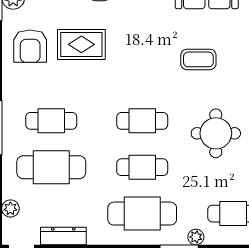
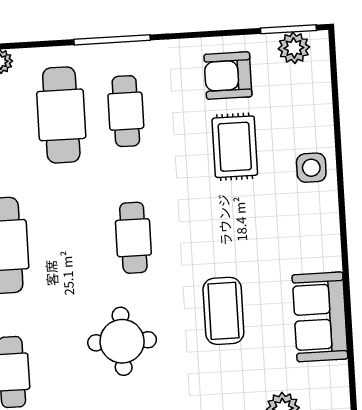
coffee table: (198, 59) -> (223, 311), width x1.36, depth x1.30
cafe table: (142, 167) -> (69, 242), removed

